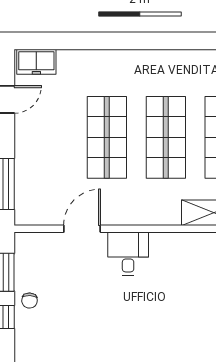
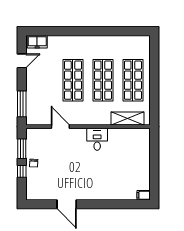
door: (82, 229) -> (60, 127), hinge flipped
desk: (128, 254) -> (97, 139), moved

